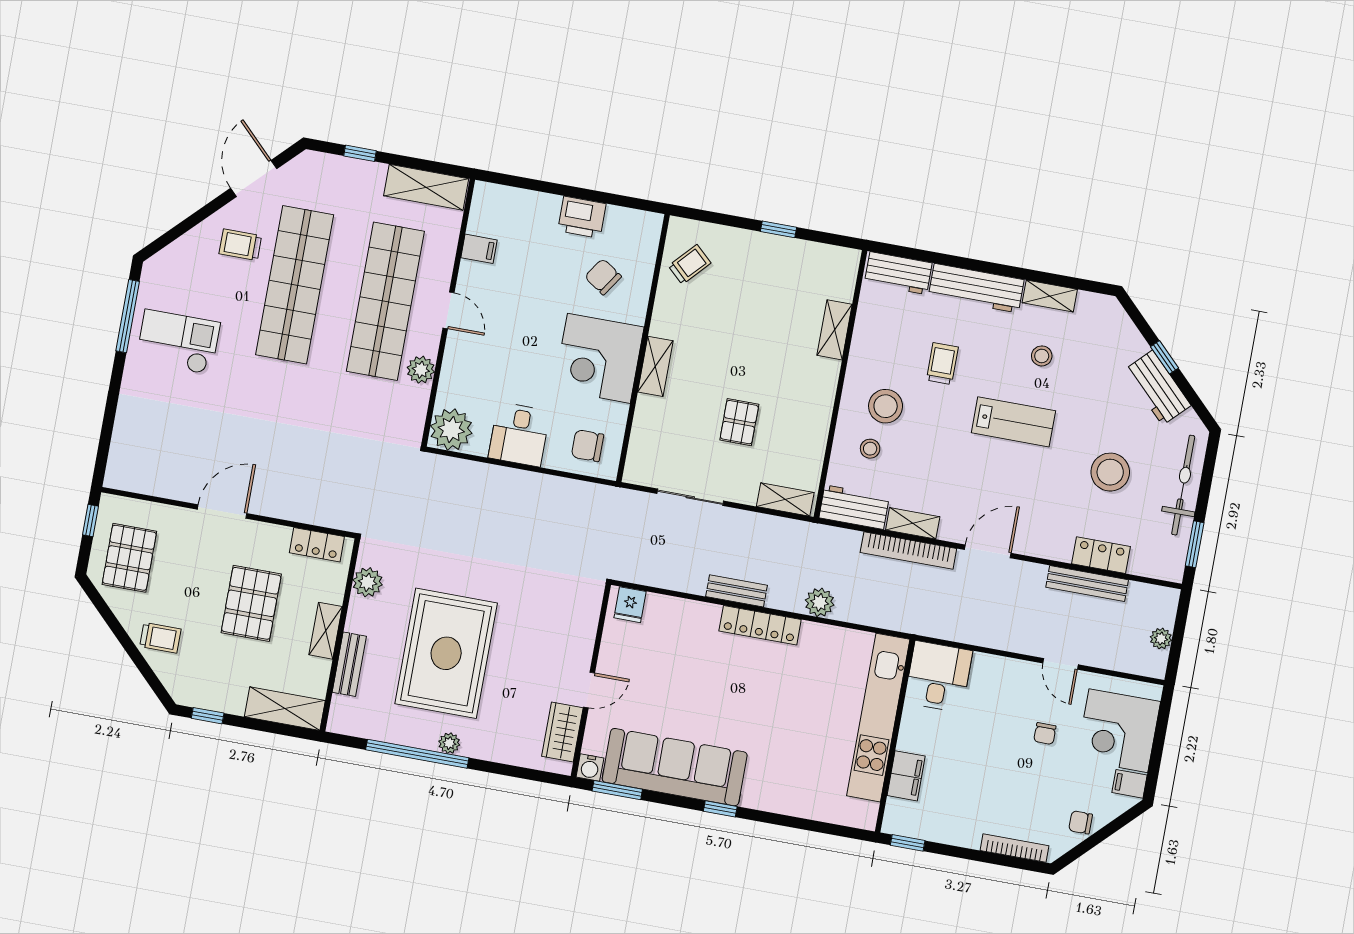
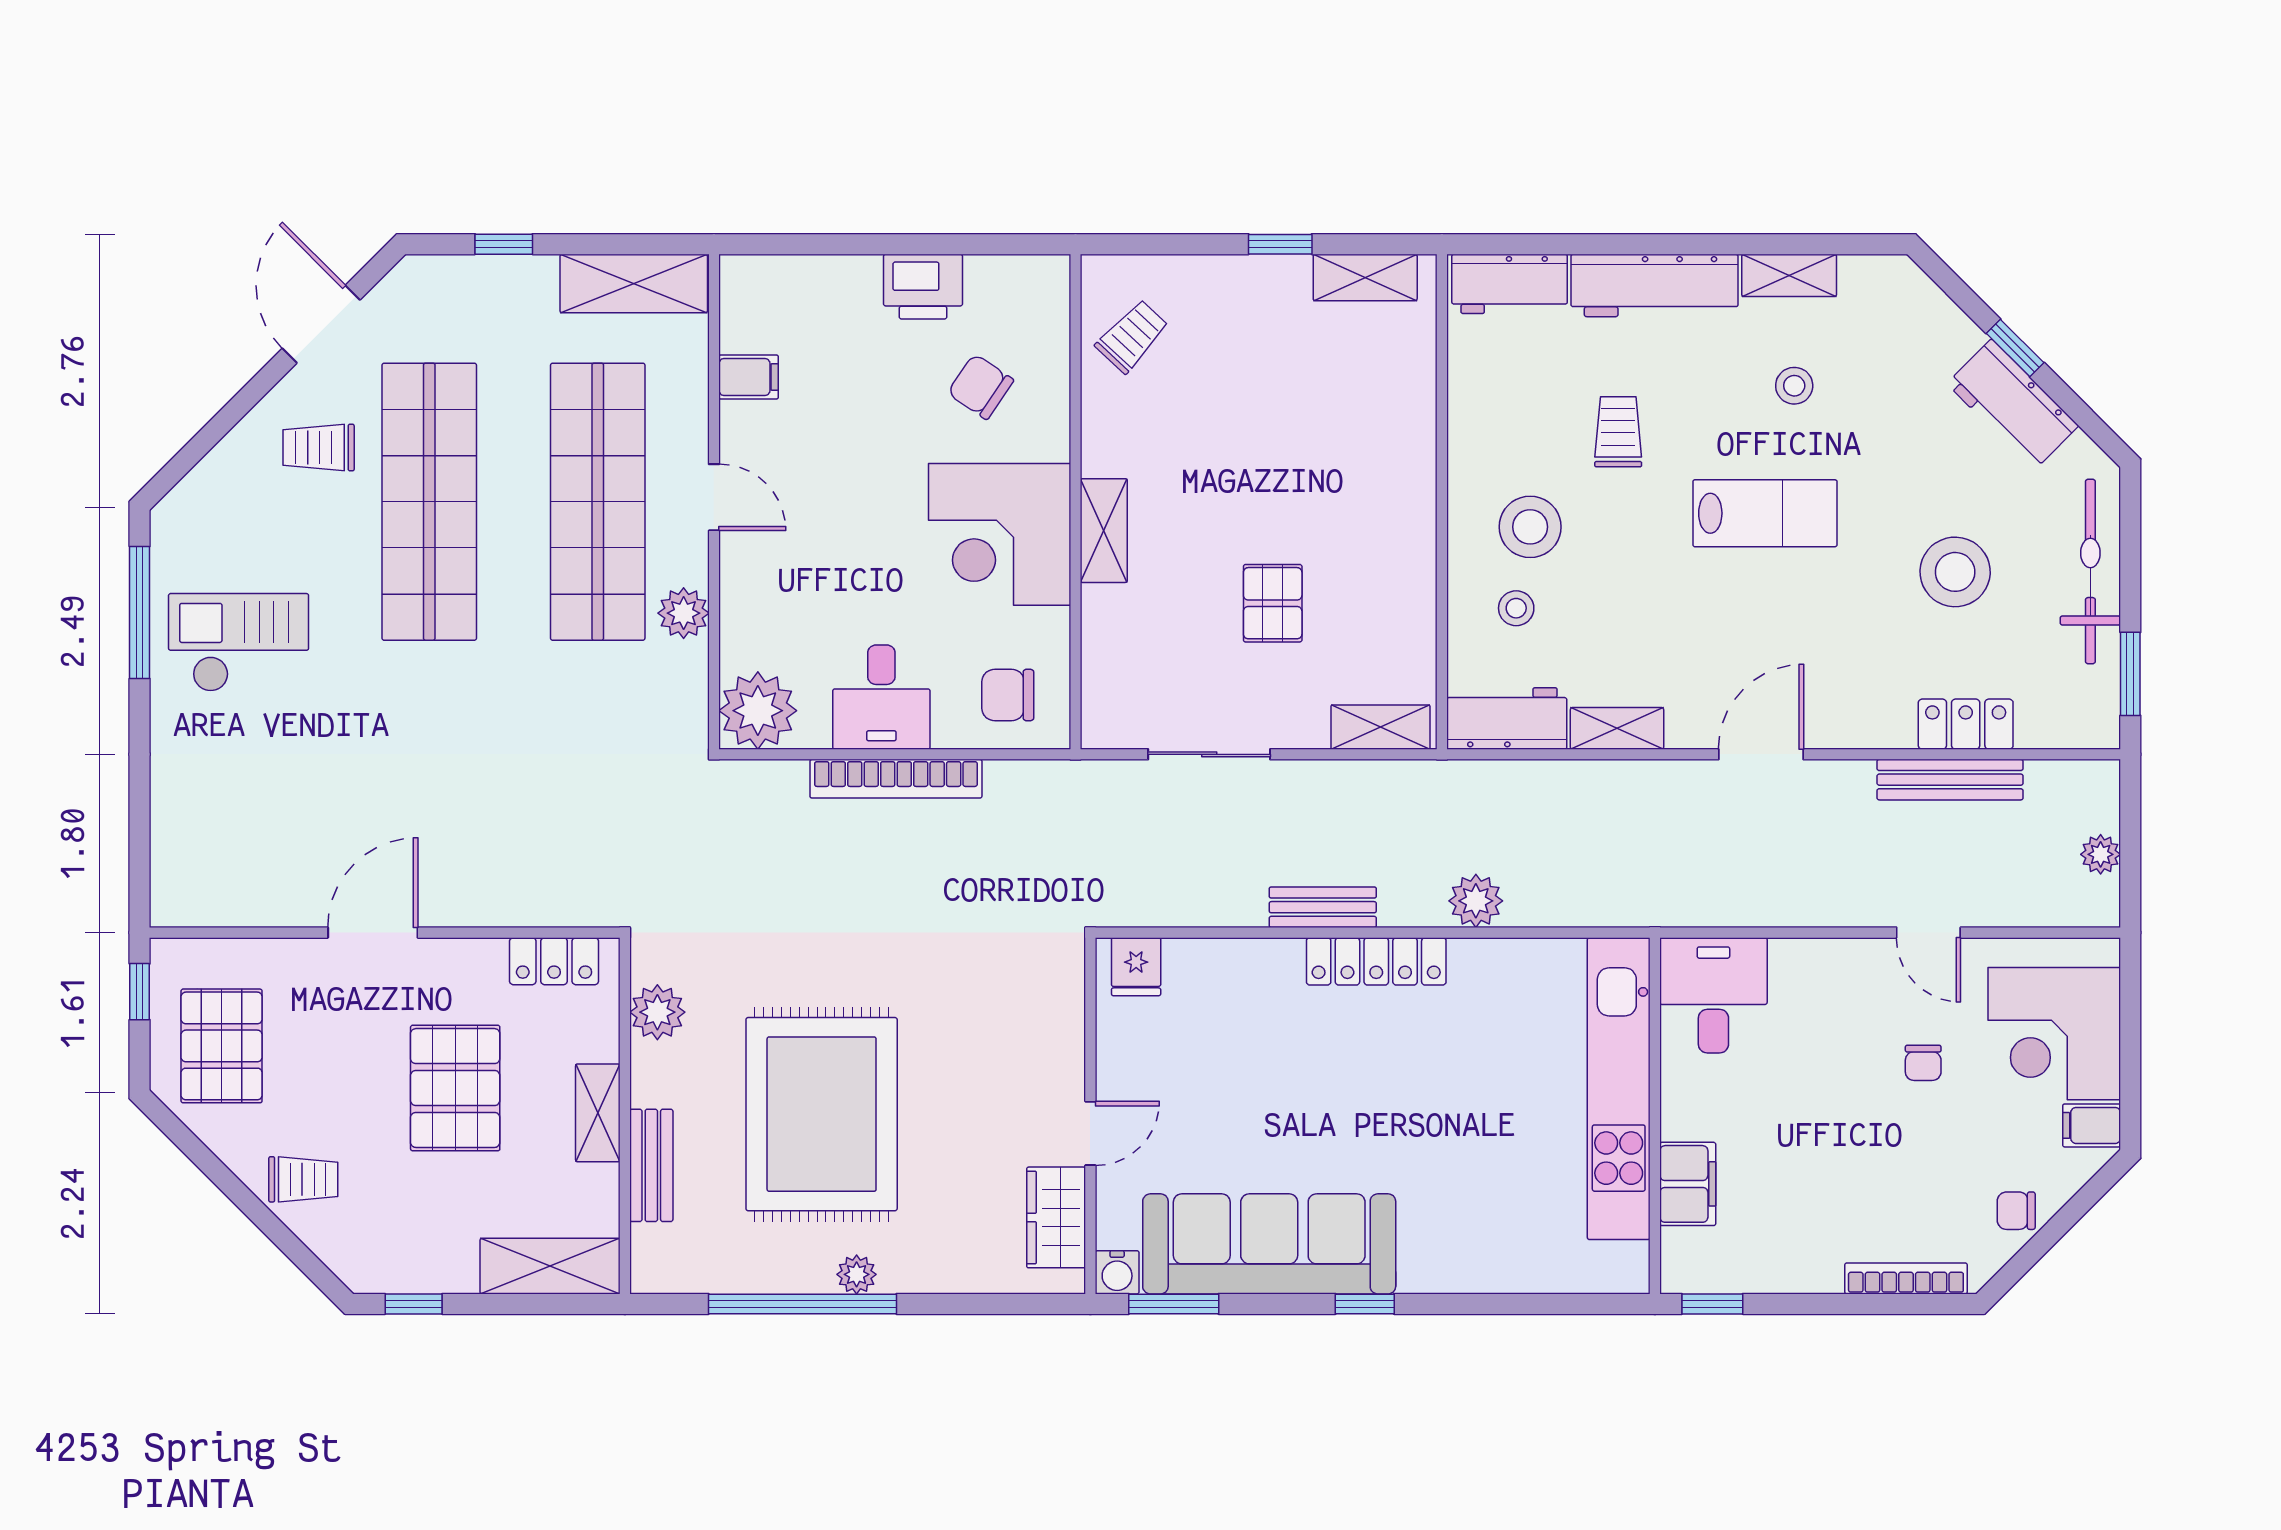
shelving: (835, 330) -> (1365, 277), moved, turned 90
bookcase: (908, 551) -> (896, 779), moved

